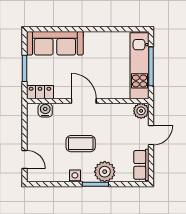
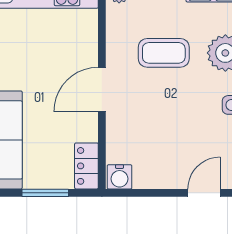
water cooler: (45, 110) -> (119, 177), moved, turned -90
coffee table: (81, 144) -> (164, 53), moved, turned 90

